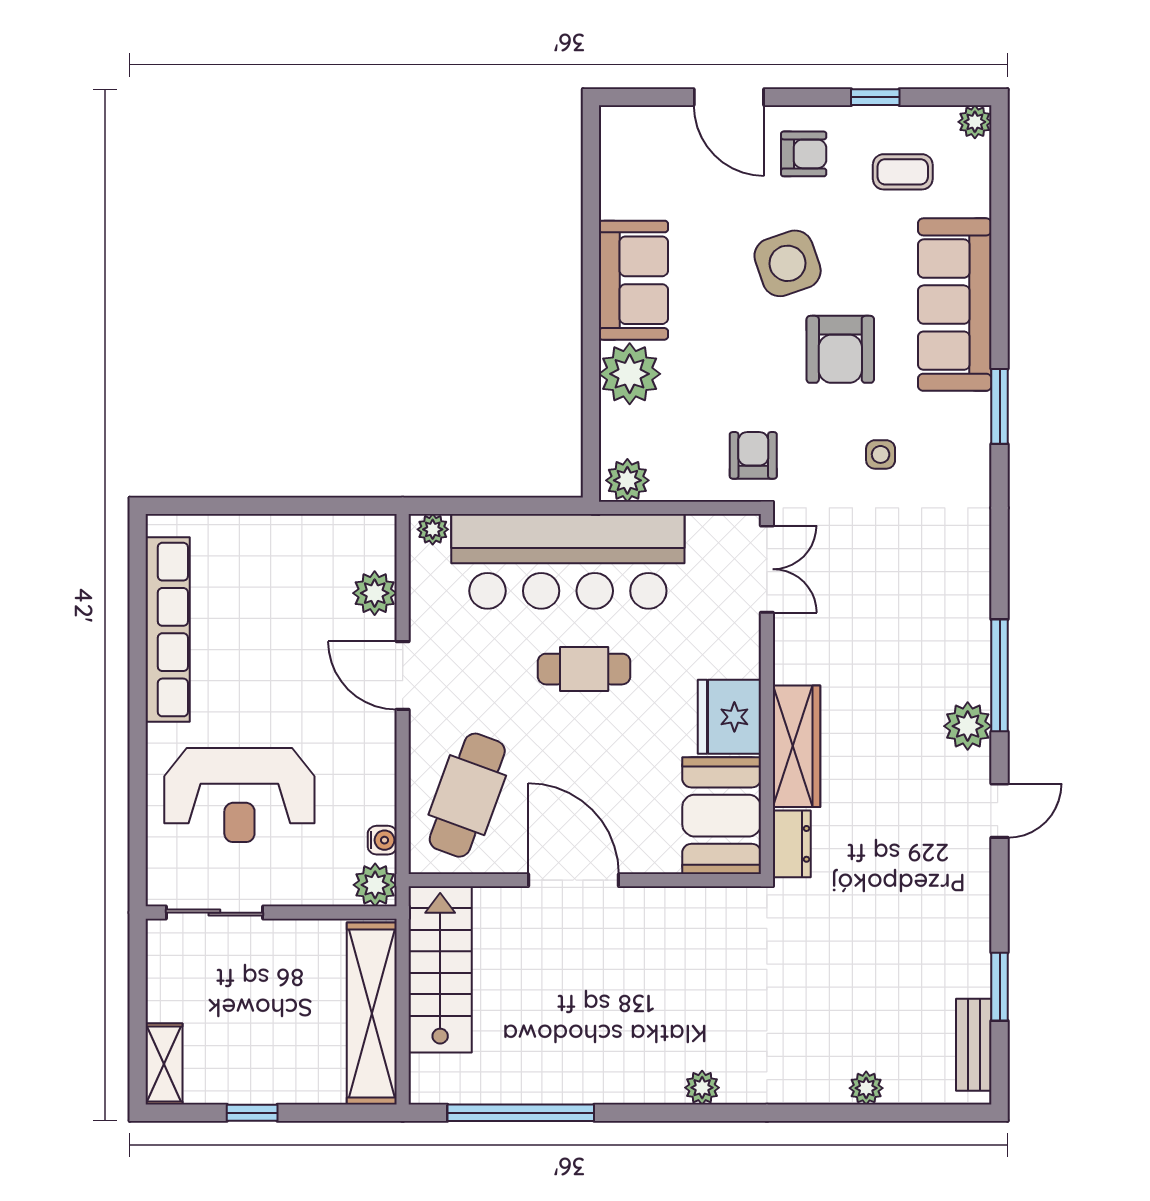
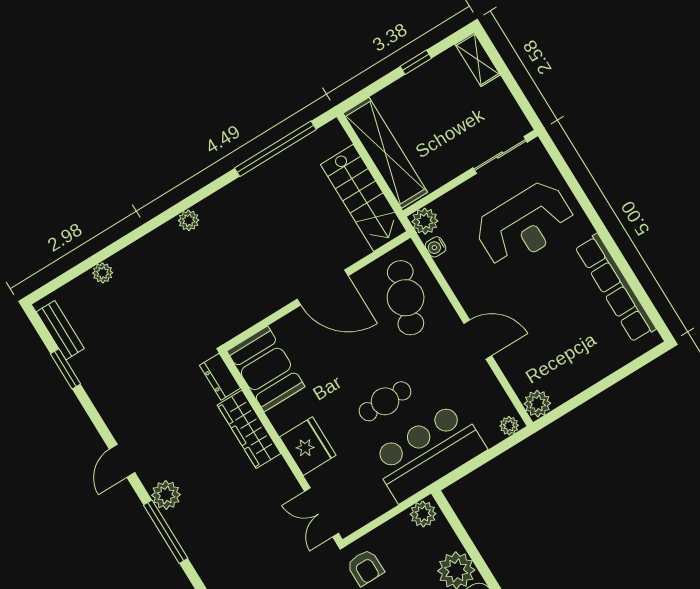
bar counter: (568, 561) -> (428, 452), width x0.73
plant: (375, 593) -> (537, 404), moved
fridge: (729, 717) -> (308, 446), moved
reception desk: (239, 795) -> (525, 224), turned 180

